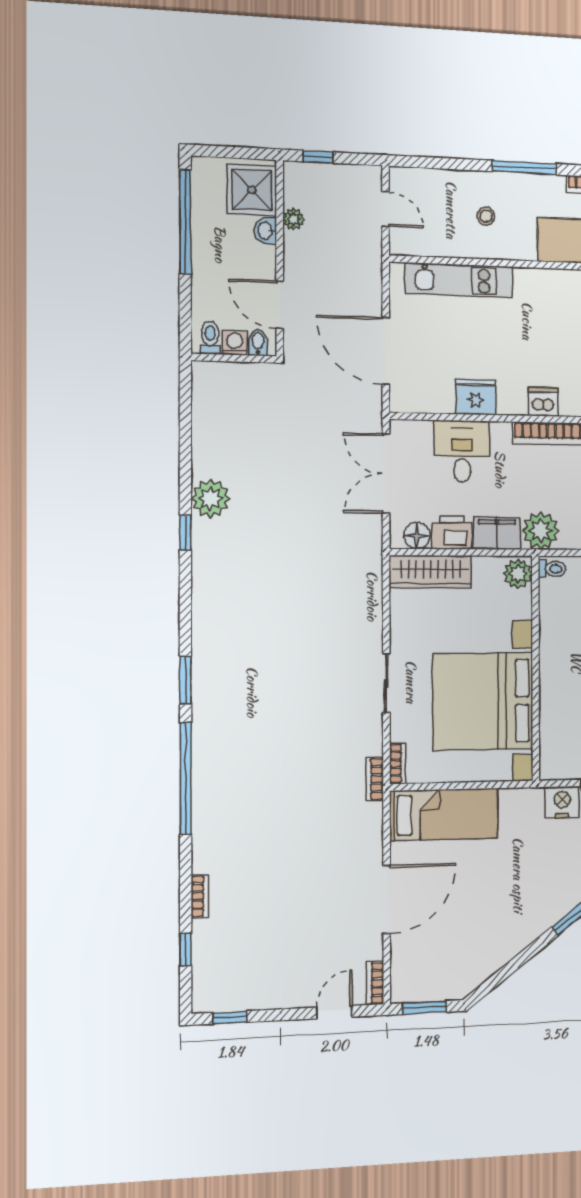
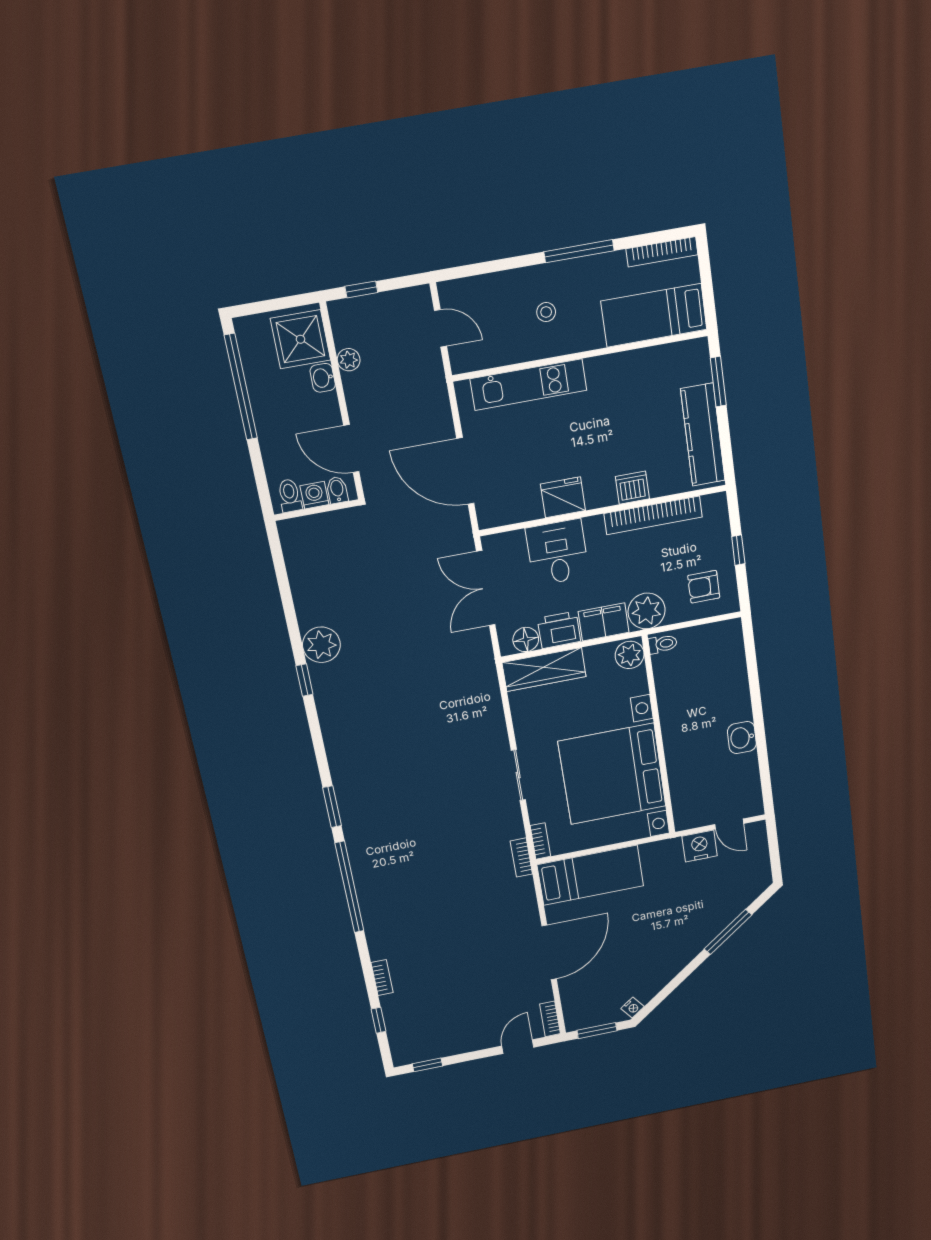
nightstand: (467, 985) -> (632, 1008), added

